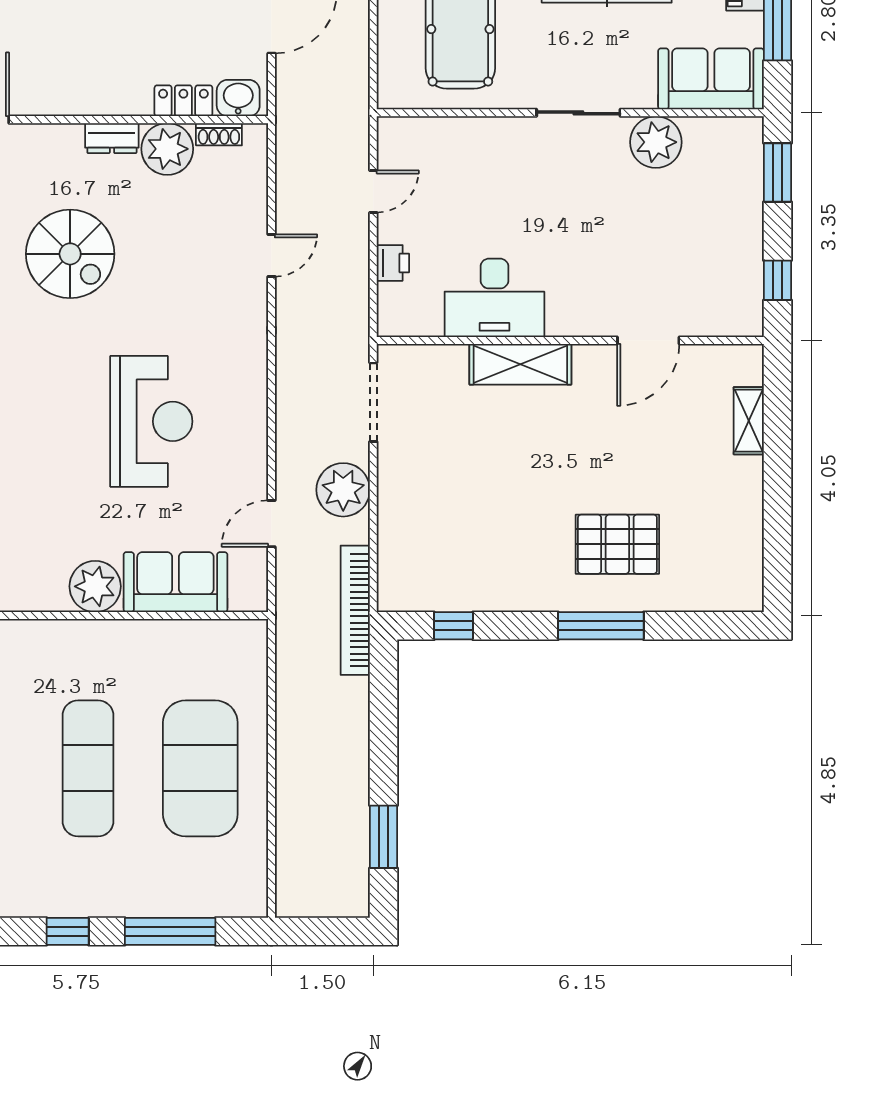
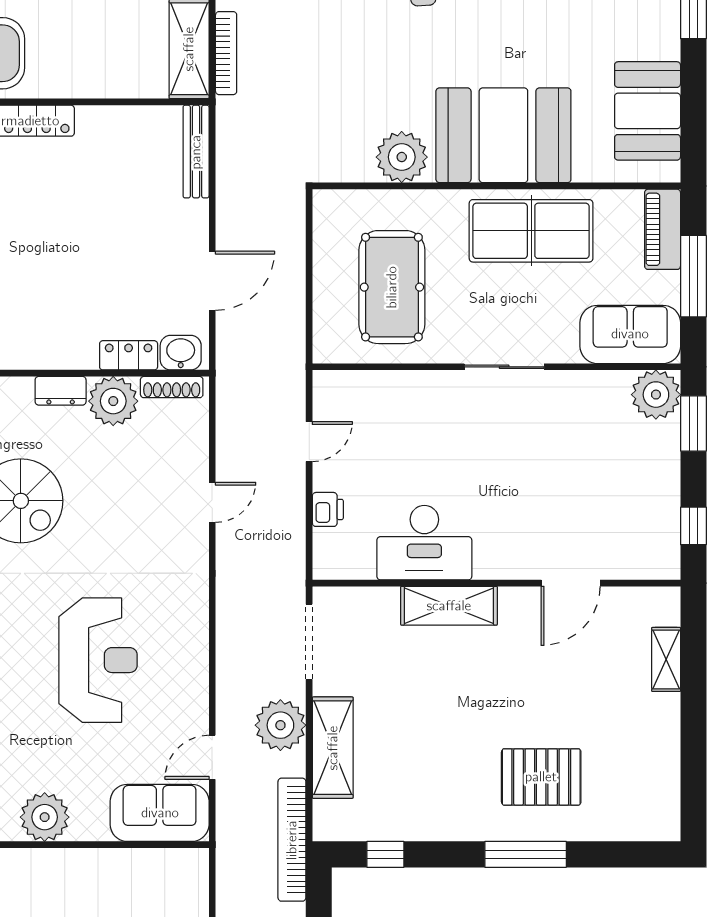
shoe rack: (219, 134) -> (172, 387), width x1.43
plant: (656, 142) -> (656, 395), moved
shelving: (398, 513) -> (333, 748), added
sofa: (175, 582) -> (160, 813), moved

